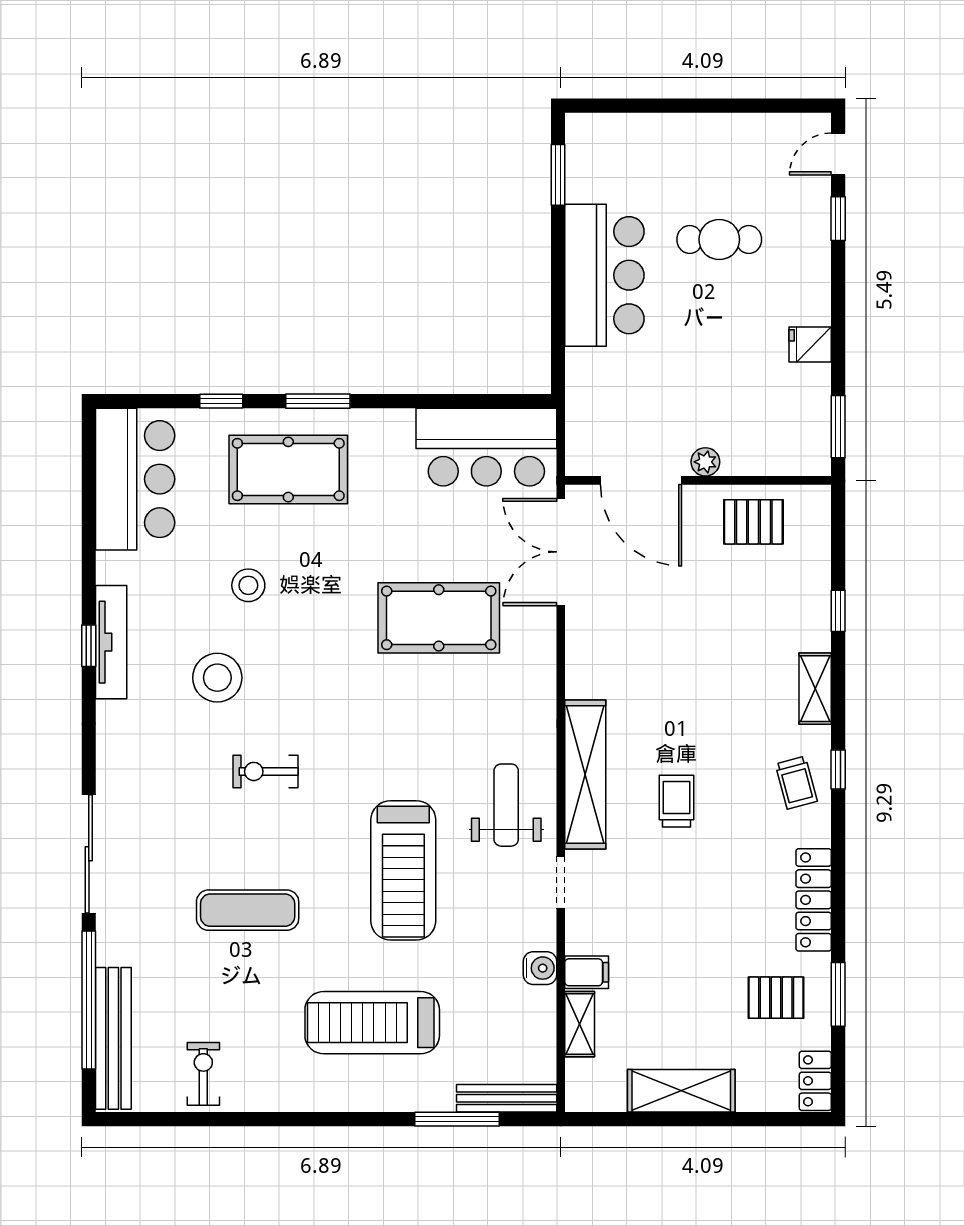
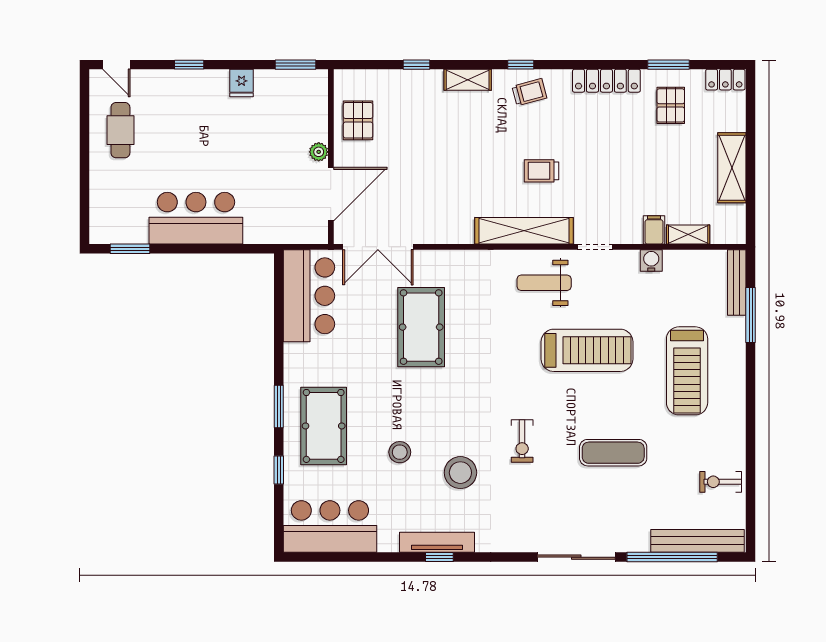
window: (838, 219) -> (189, 65), moved
cafe table: (719, 240) -> (120, 130), moved
exercise mat: (248, 910) -> (613, 453), turned 90

